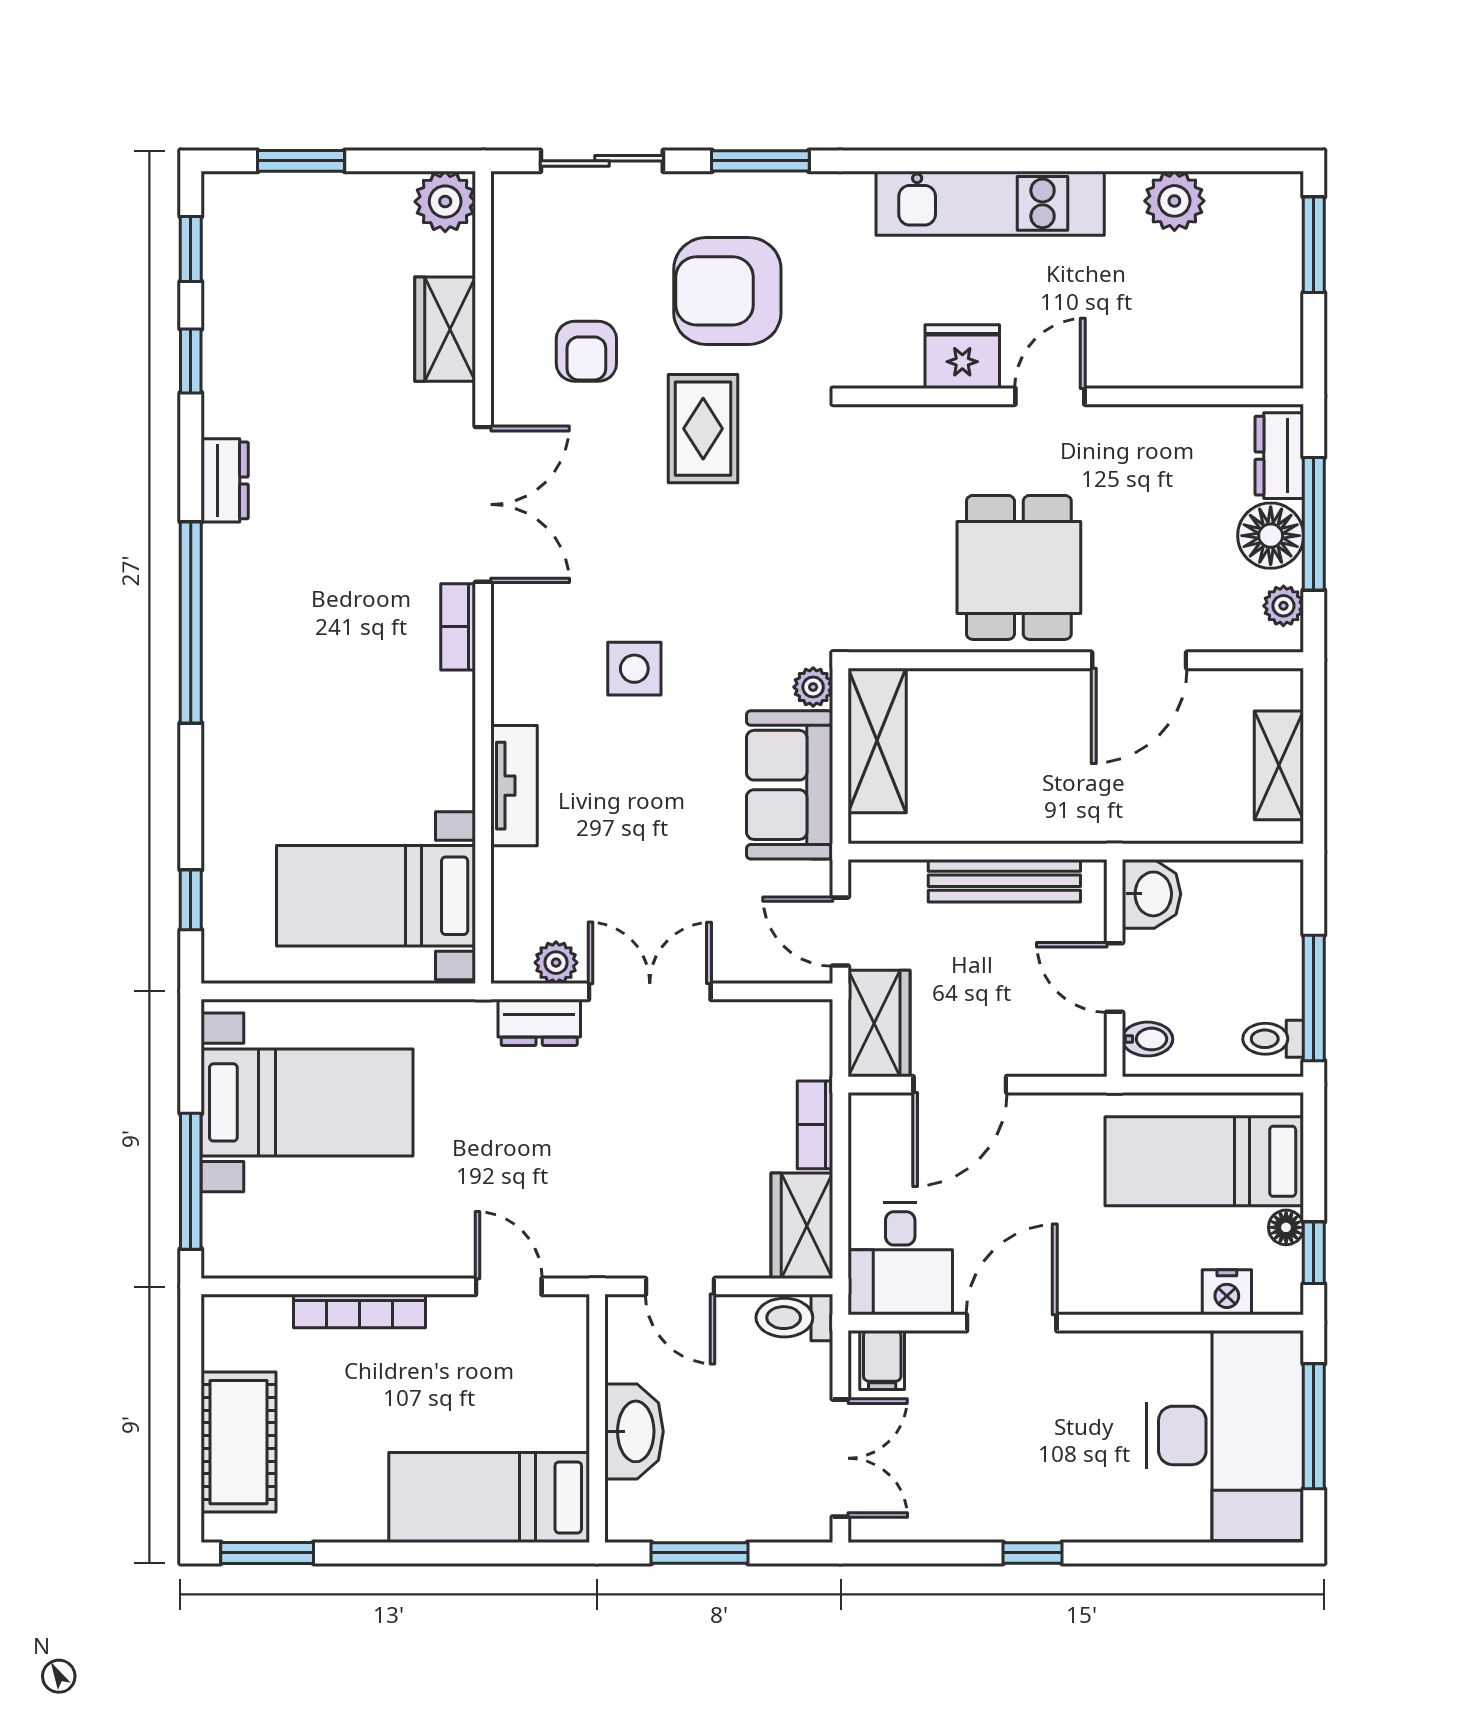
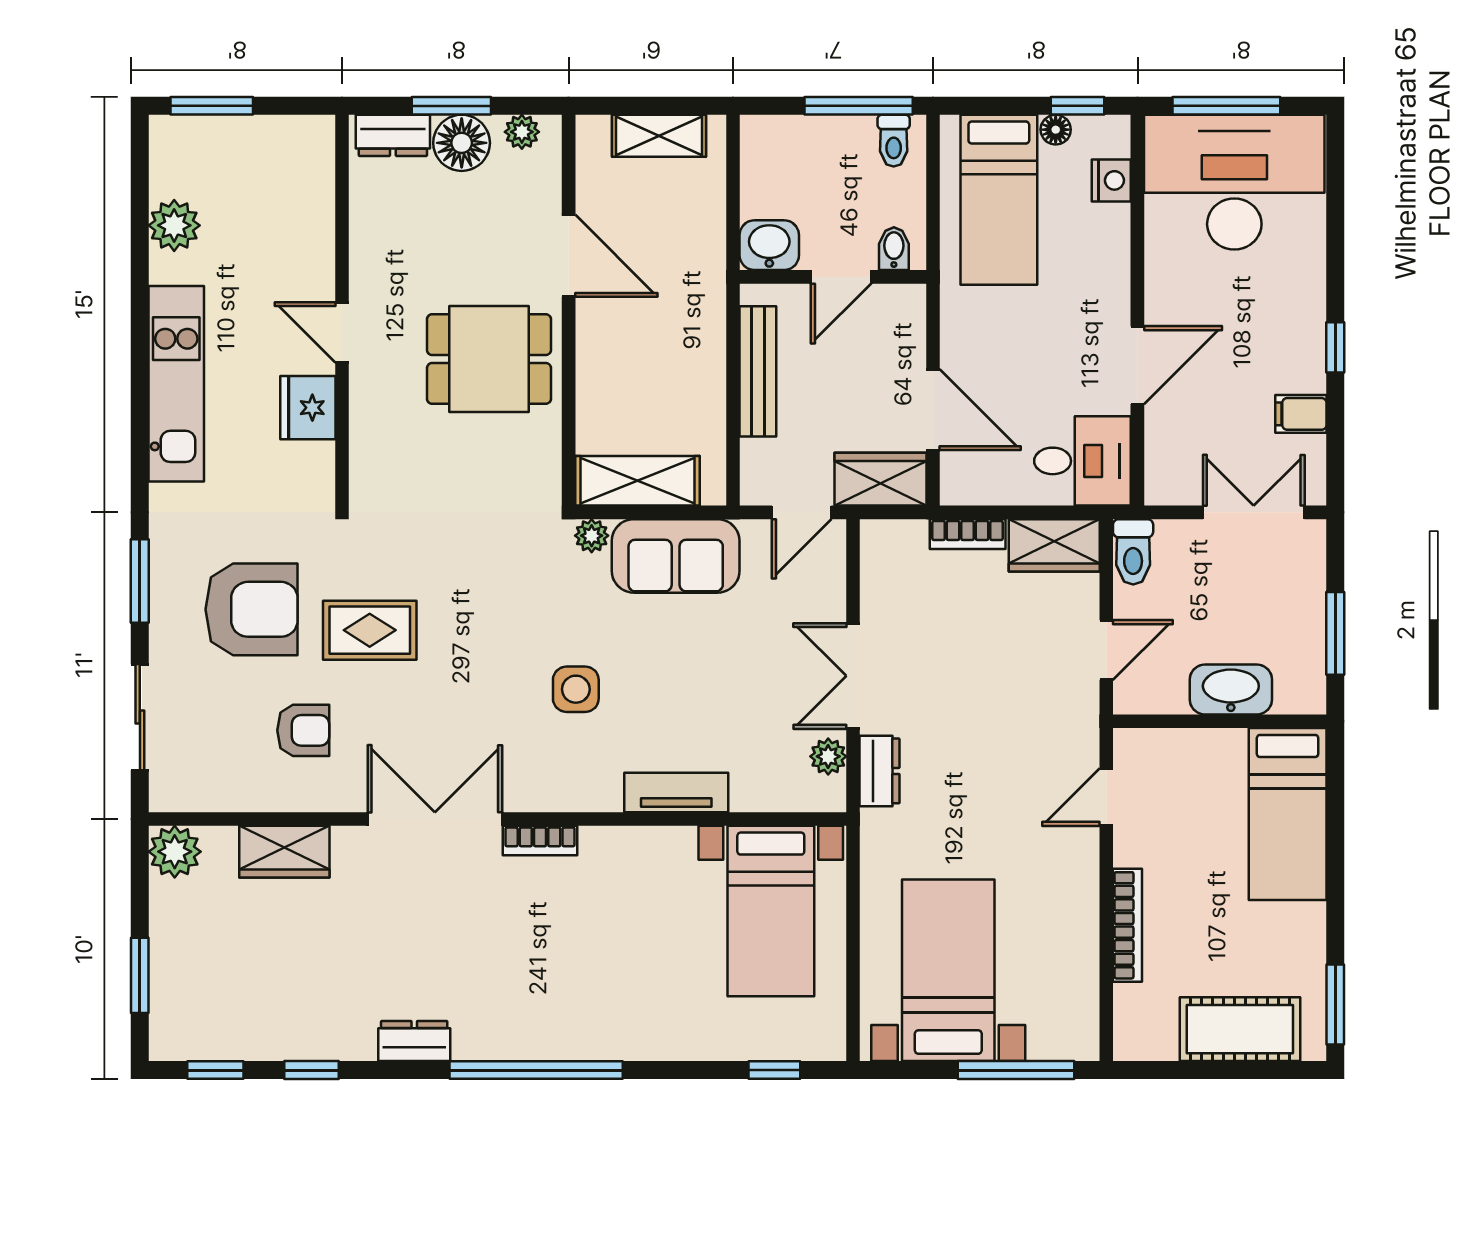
armchair: (727, 291) -> (252, 609), turned -90
window: (1314, 524) -> (451, 106), width x0.69
door: (1012, 1323) -> (1137, 365), swing flipped
filing cabinet: (882, 1360) -> (1301, 414), moved, turned 180

